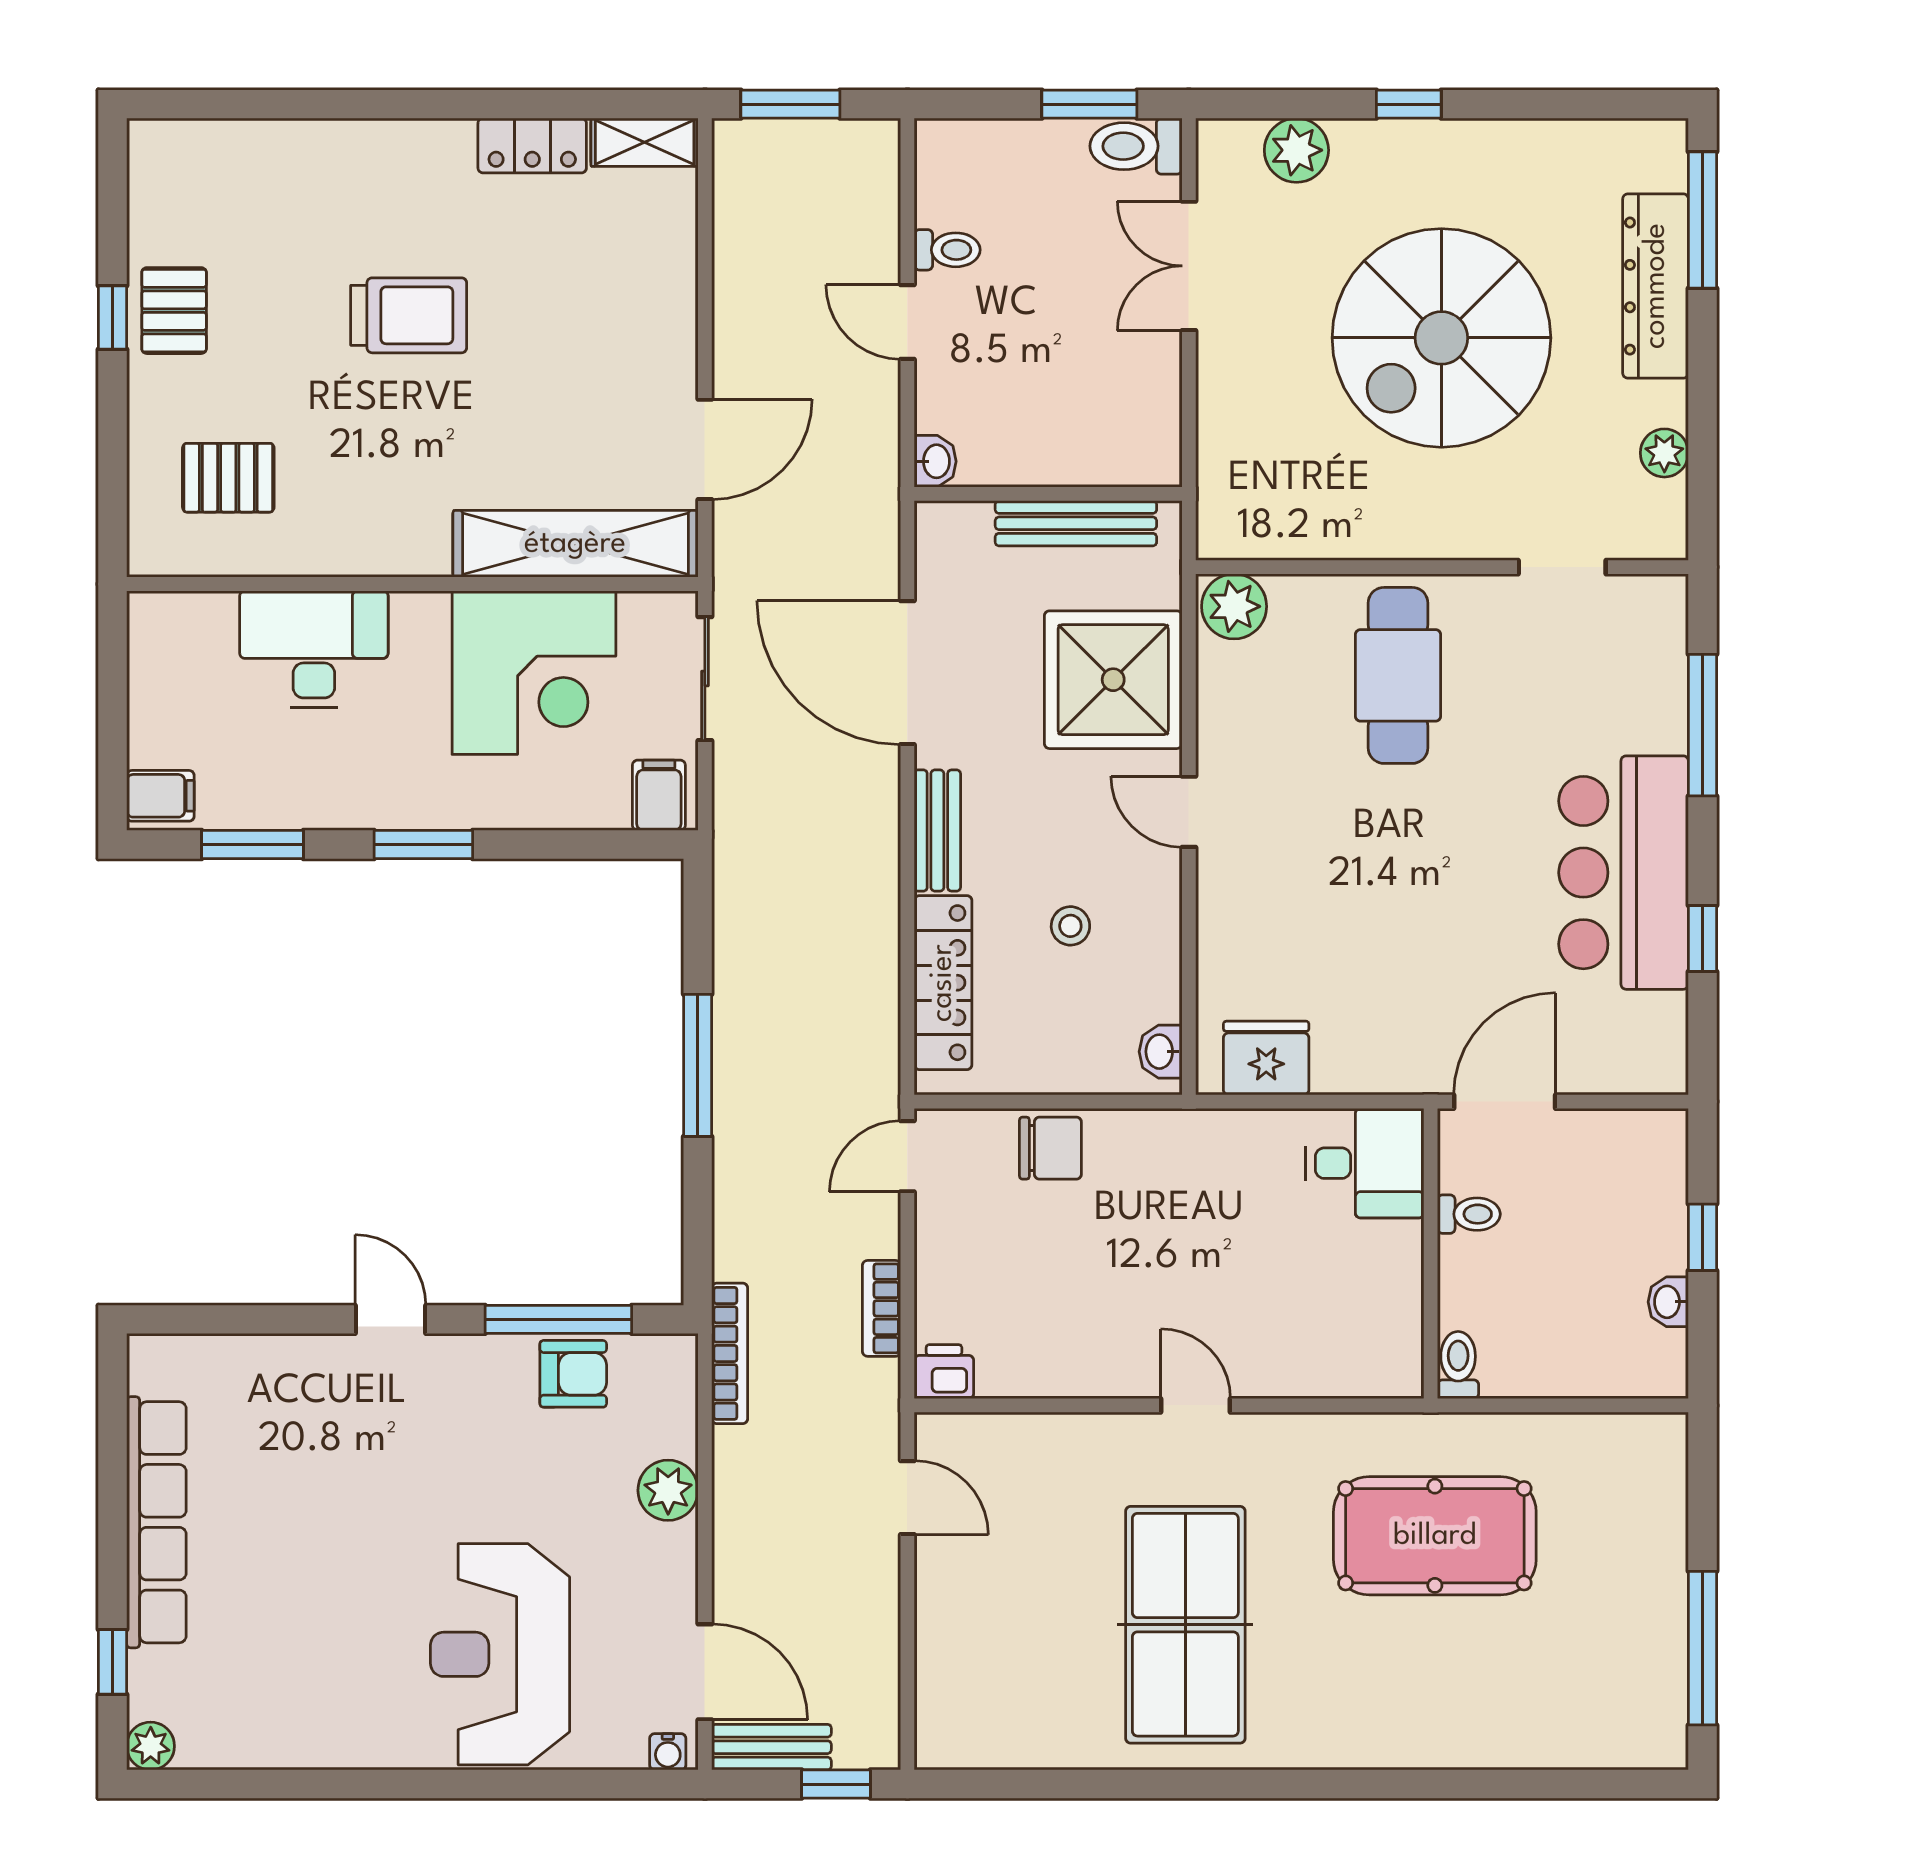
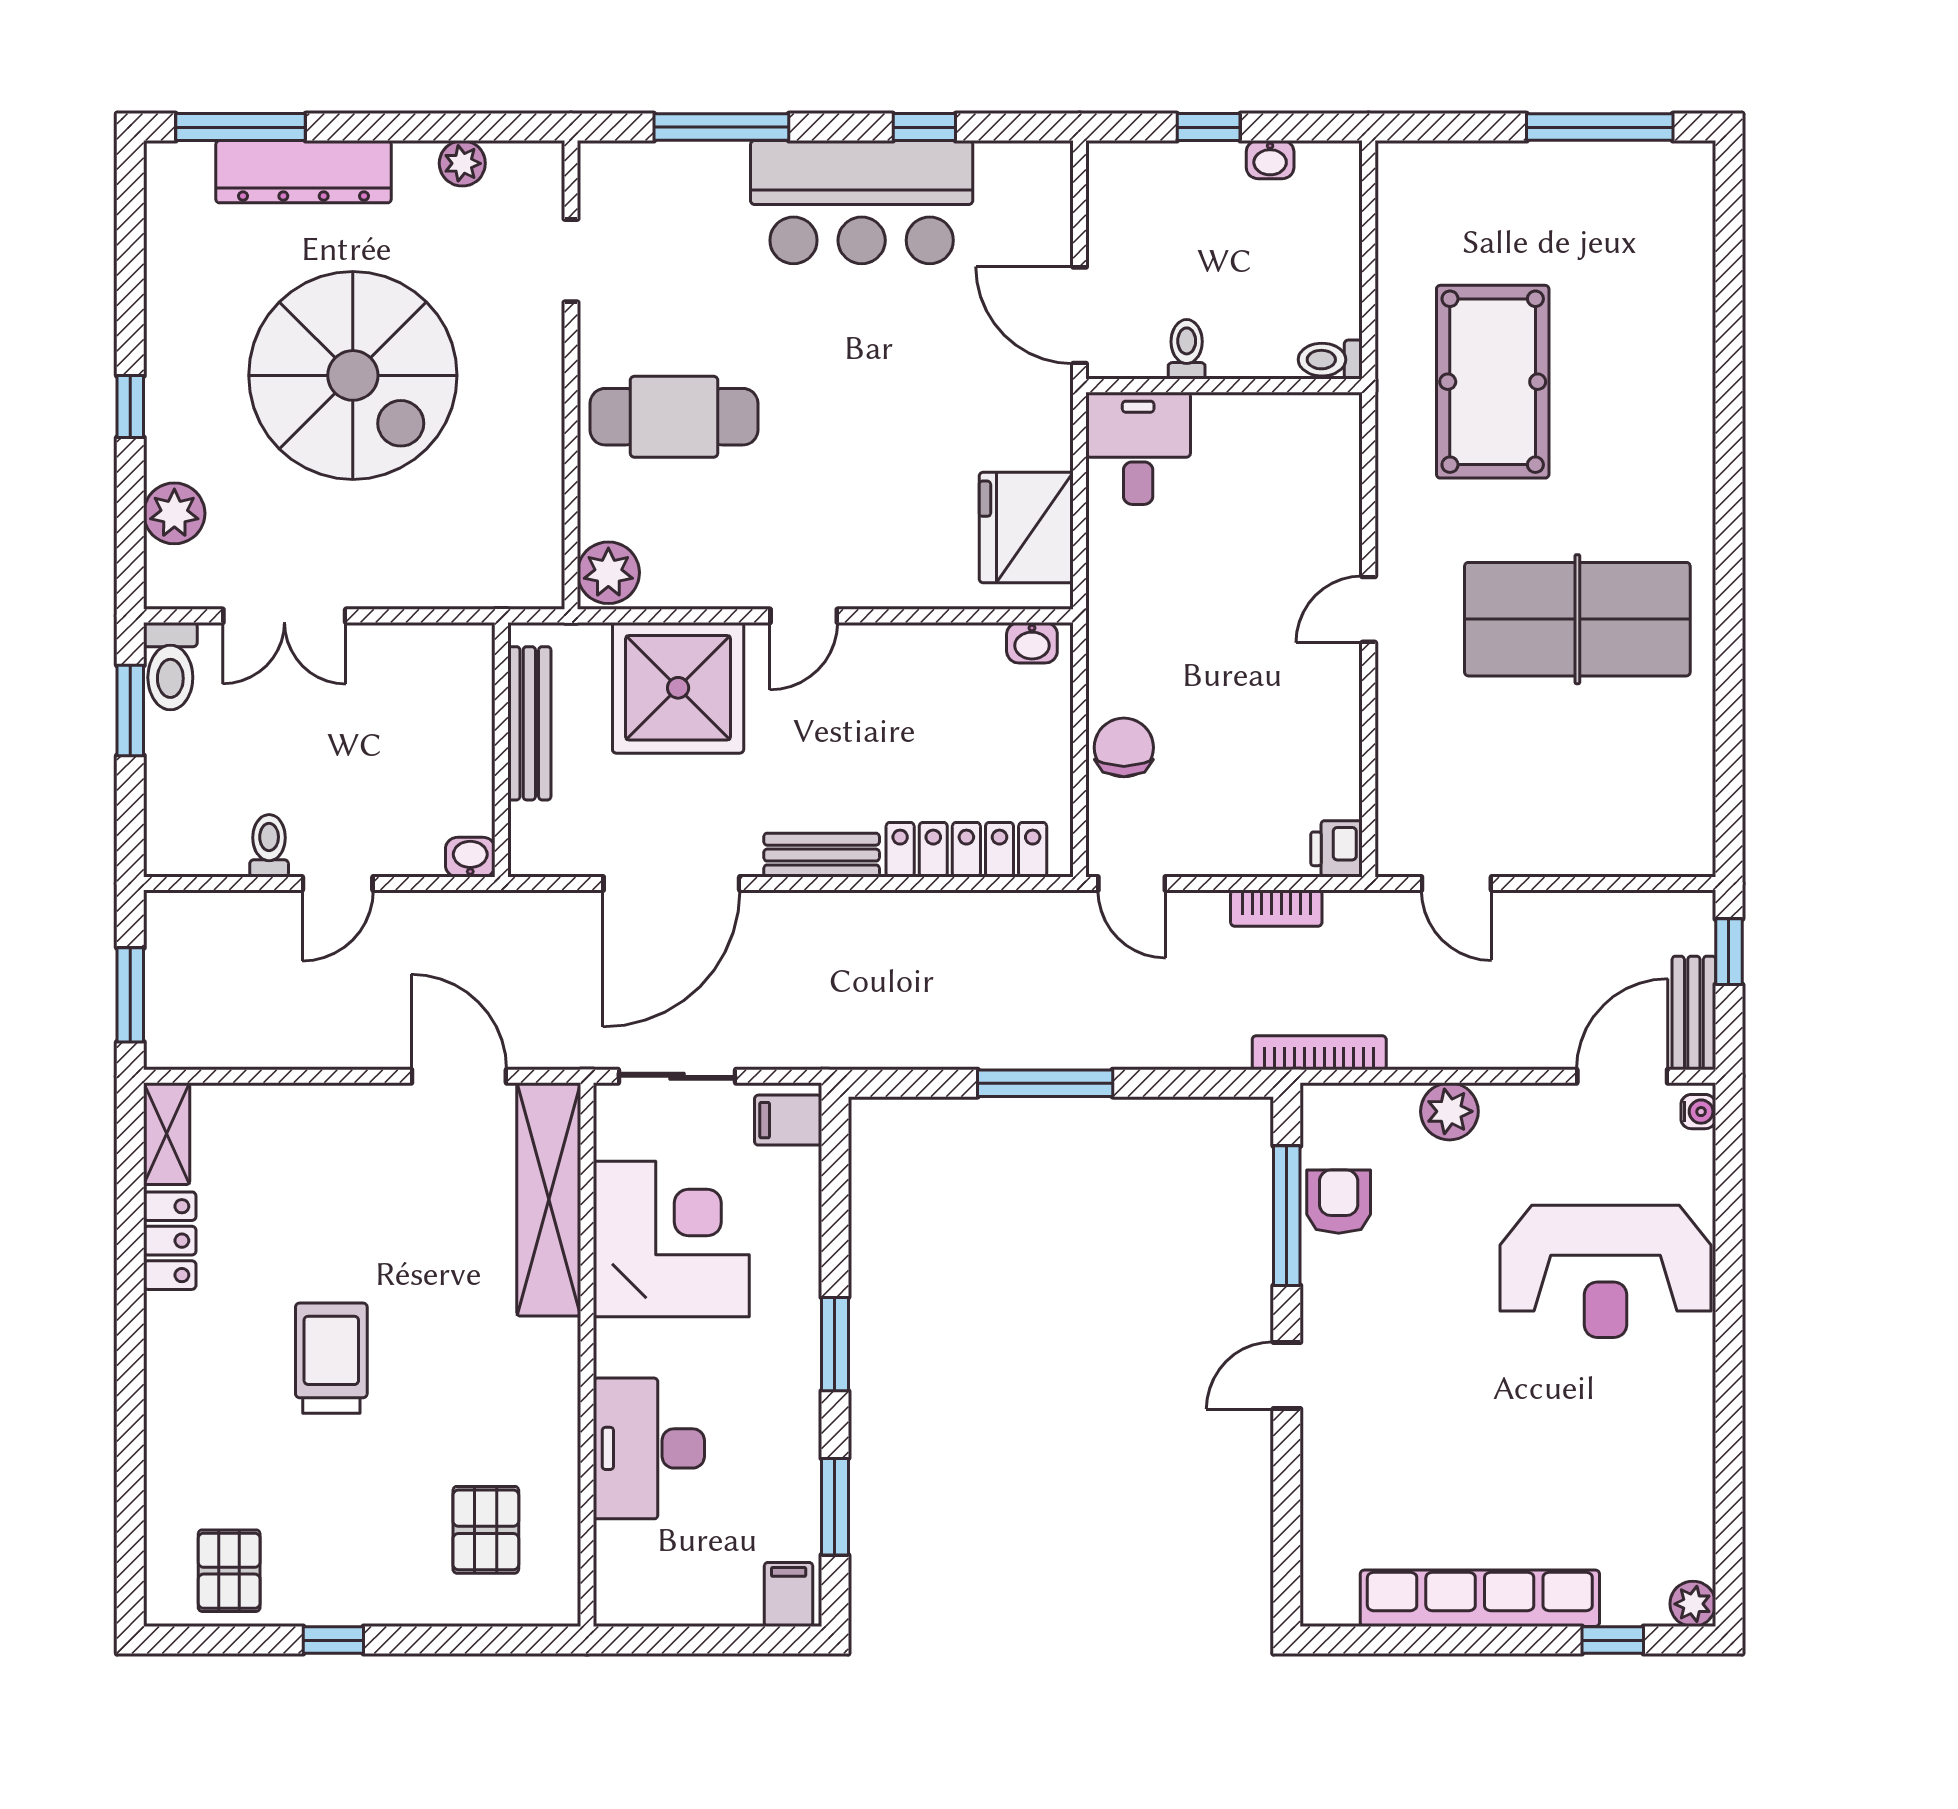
pallet: (174, 311) -> (229, 1571), moved, turned 90
stool: (1070, 926) -> (912, 728), removed
fridge: (1266, 1058) -> (1026, 527), width x1.36, depth x1.34
door: (907, 1498) -> (1456, 884), swing flipped

